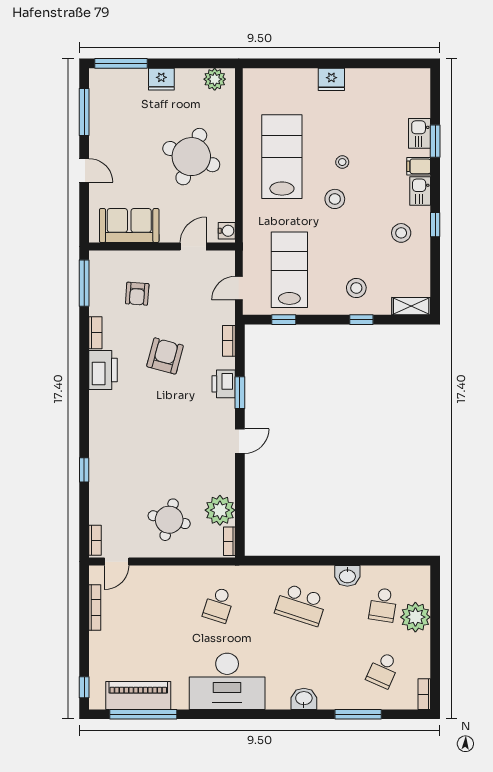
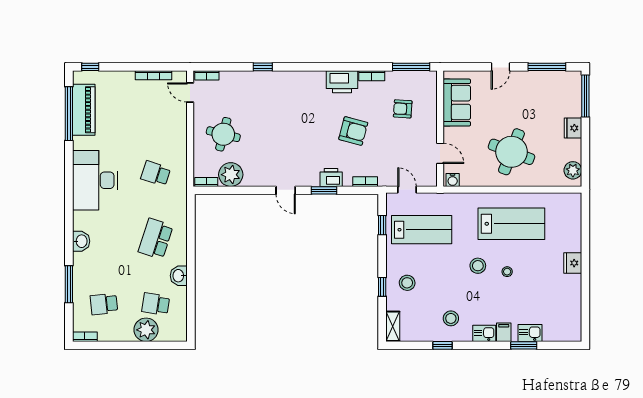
window: (435, 225) -> (442, 345), moved
school desk: (383, 670) -> (104, 304), turned -30

